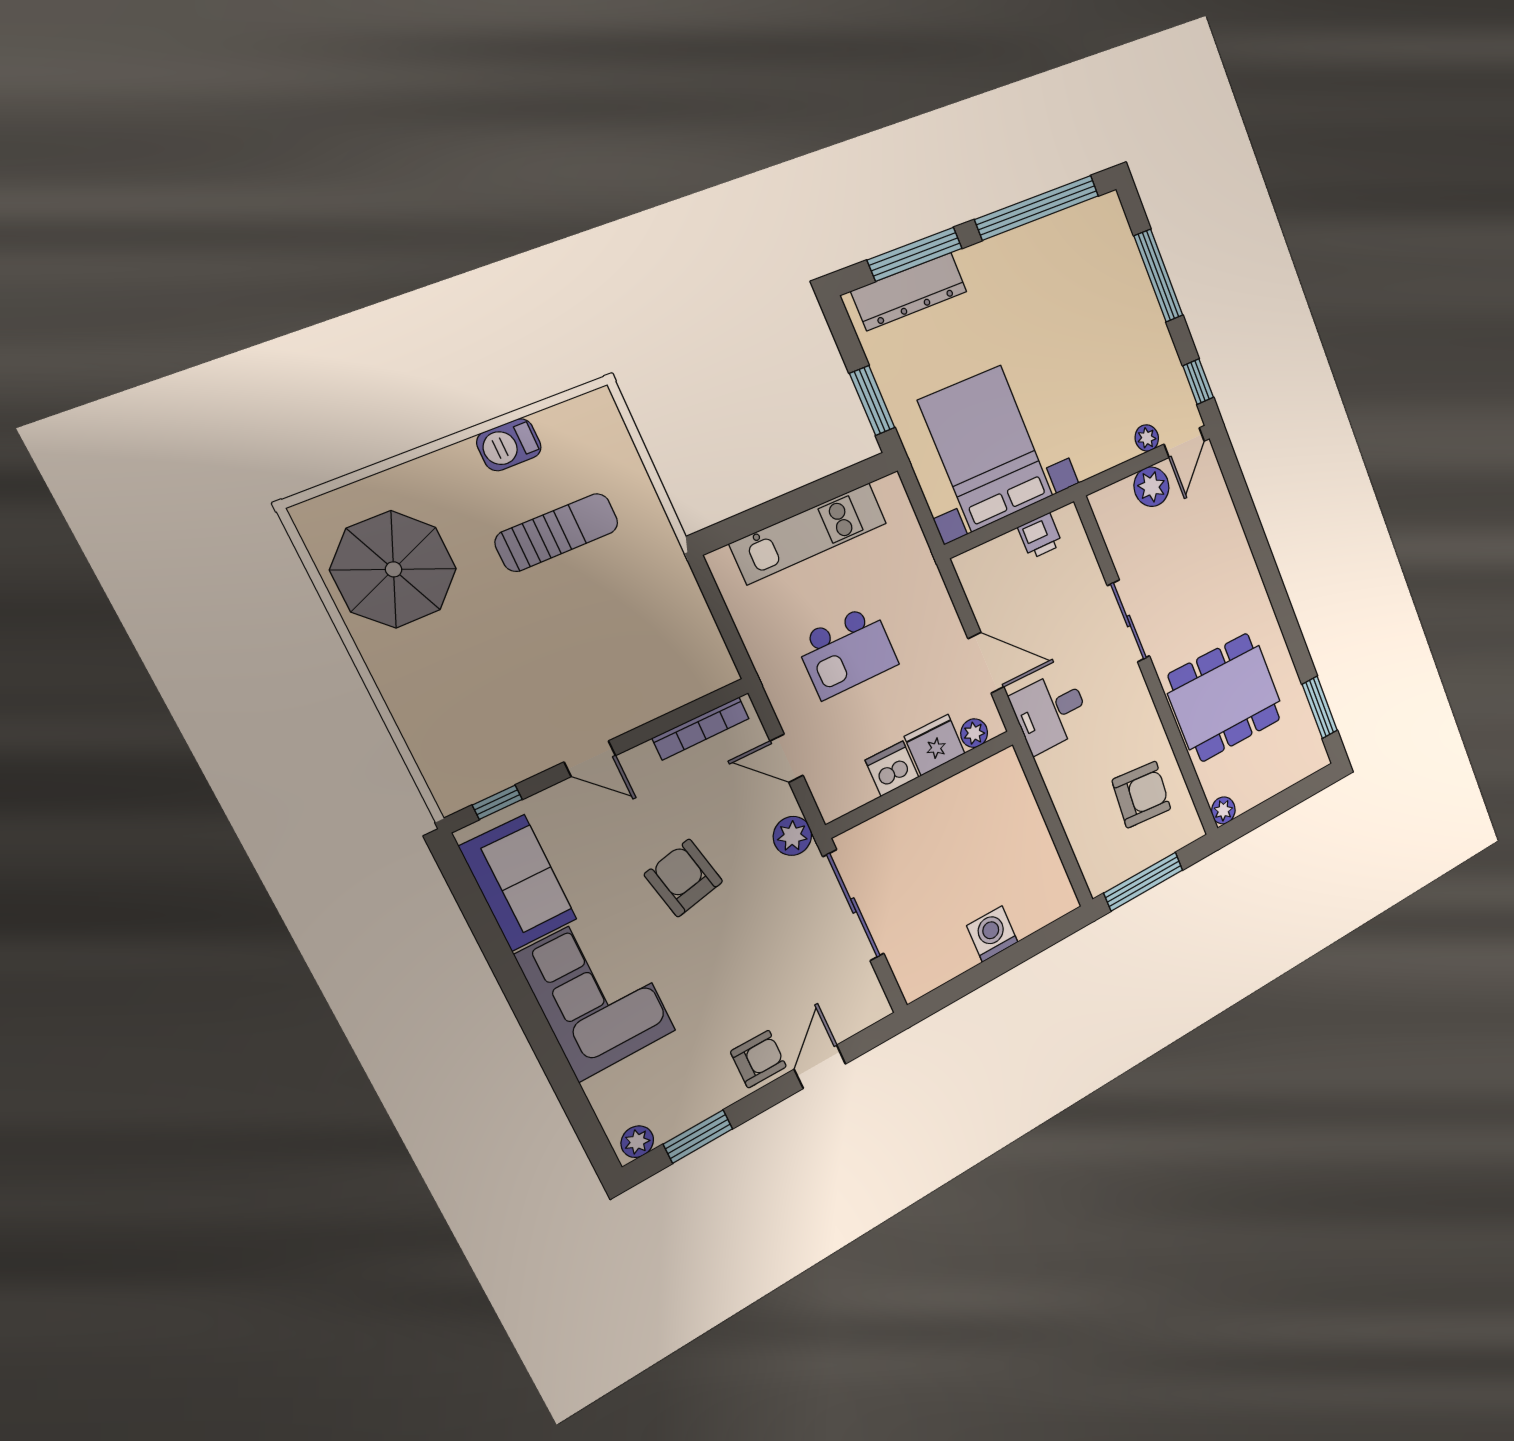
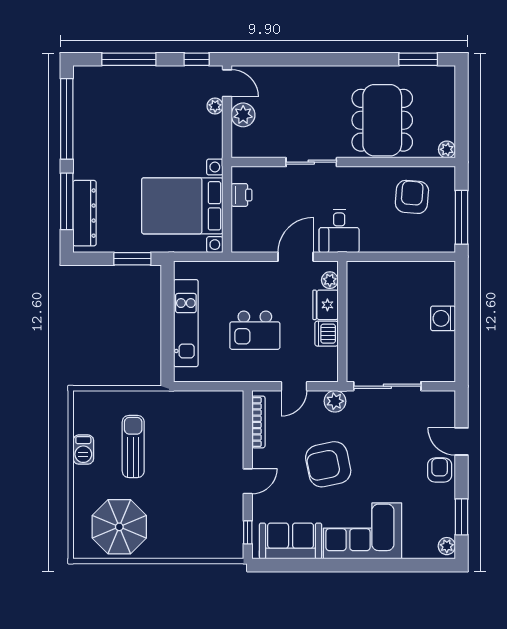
kitchen island: (847, 652) -> (255, 330), turned 90
armchair: (684, 878) -> (328, 464), width x1.36, depth x1.36

